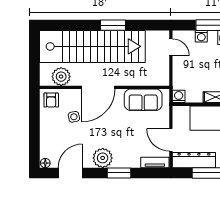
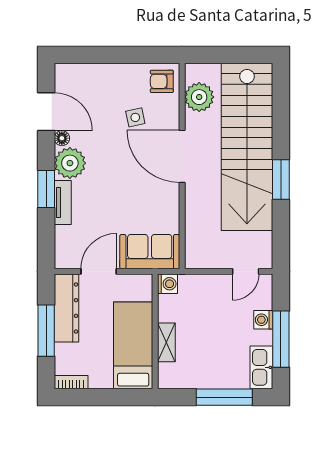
sofa: (143, 100) -> (150, 252), moved, turned 90
tv unit: (155, 162) -> (63, 202), moved
floor lamp: (45, 163) -> (62, 138), moved

